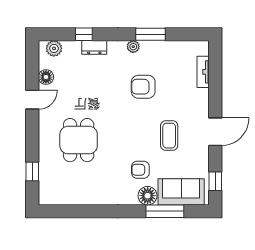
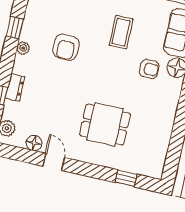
window: (151, 34) -> (15, 28), width x0.67
coffee table: (169, 136) -> (121, 32), turned 90
armchair: (140, 170) -> (149, 69), turned -90

